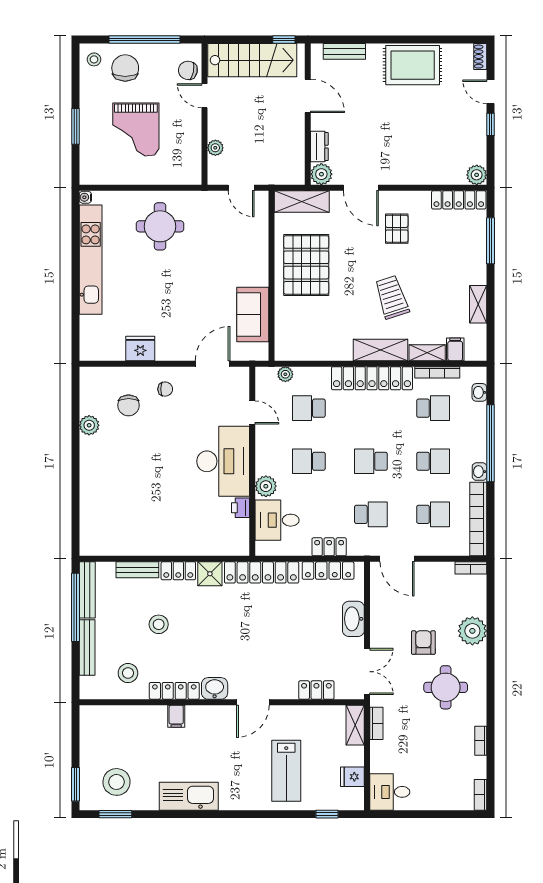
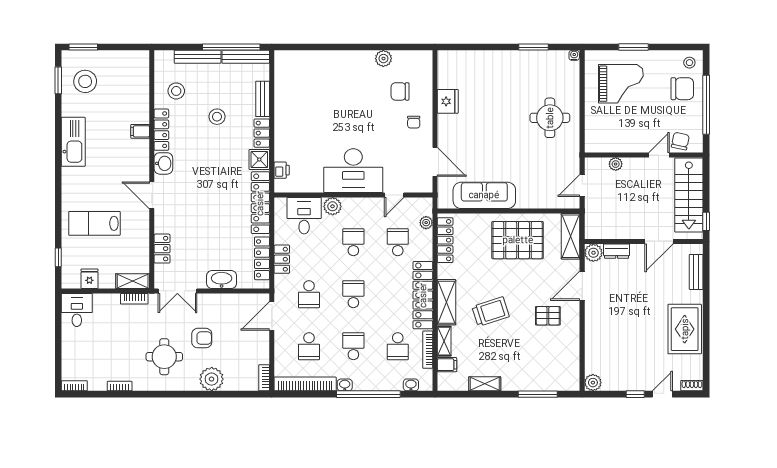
grand piano: (136, 129) -> (621, 84), moved, turned 180
locker: (459, 200) -> (445, 240), moved, turned 180
window: (75, 246) -> (533, 47), added
kitchen unit: (91, 260) -> (522, 60), removed
sofa: (253, 315) -> (484, 195), width x1.36
school desk: (433, 461) -> (353, 346), turned 180
printer: (241, 508) -> (282, 170), moved, turned 90

